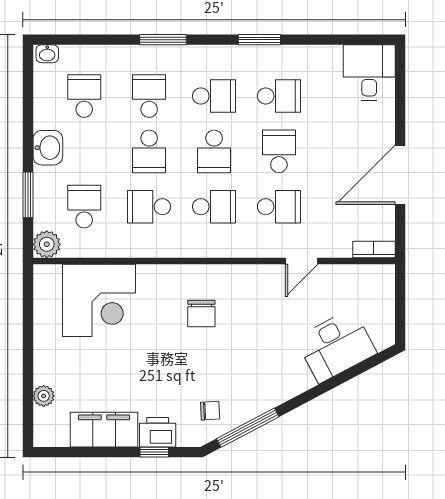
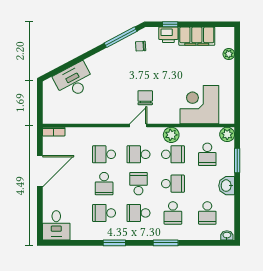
school desk: (149, 151) -> (173, 184), turned 90
plant: (152, 243) -> (171, 135), added
door: (302, 261) -> (138, 126), moved

